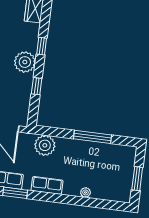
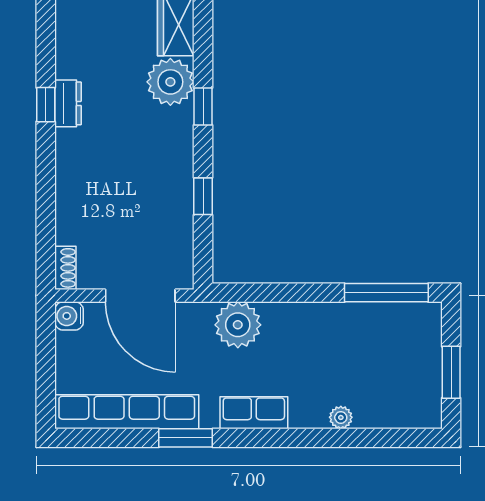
plant: (25, 62) -> (170, 82), moved
window: (93, 137) -> (386, 293), moved

